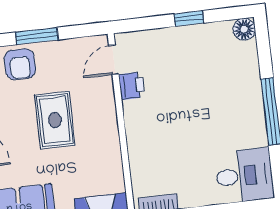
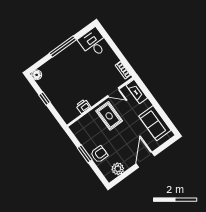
door: (114, 60) -> (113, 92), moved
rug: (55, 120) -> (109, 116), moved, turned 90

